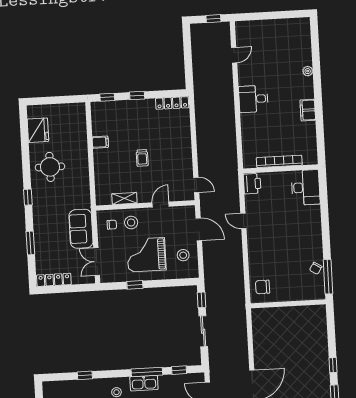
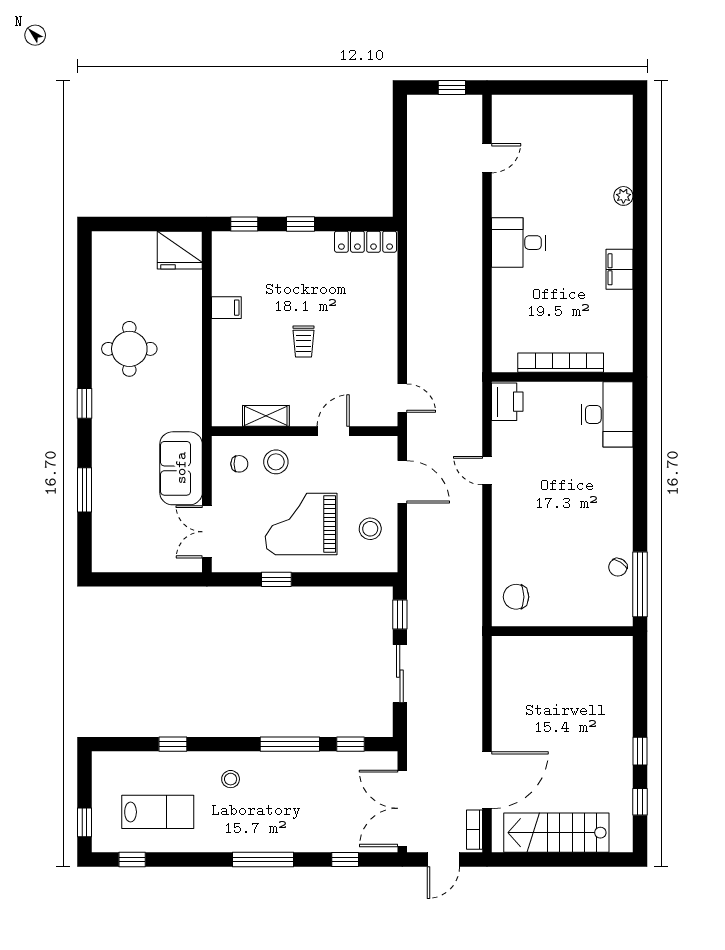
fridge: (38, 130) -> (180, 250), moved, turned 90
locker: (54, 280) -> (125, 561), removed
kitchen sink: (144, 383) -> (283, 765), removed

